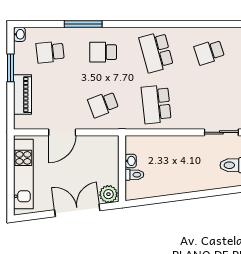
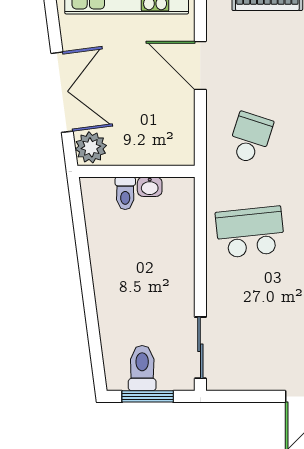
school desk: (103, 104) -> (250, 138), turned 39

